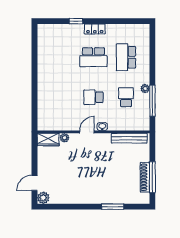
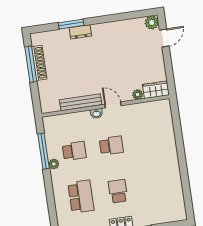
school desk: (93, 57) -> (118, 191), width x0.54
school desk: (126, 97) -> (74, 151), turned -90
door: (87, 132) -> (113, 105), swing flipped
bench: (129, 138) -> (81, 102), moved
dresser: (106, 199) -> (80, 32), added

